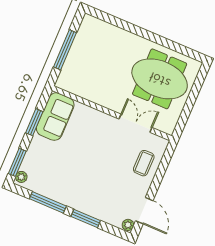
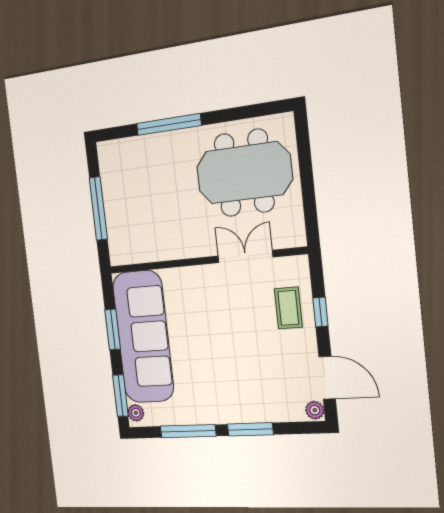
window: (133, 29) -> (169, 124), added
sofa: (55, 117) -> (143, 337), width x1.85, depth x1.27
window: (160, 174) -> (320, 312), added

